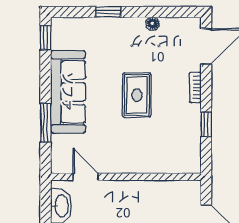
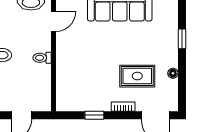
rug: (137, 95) -> (137, 76), moved
toilet: (133, 191) -> (42, 58), added

